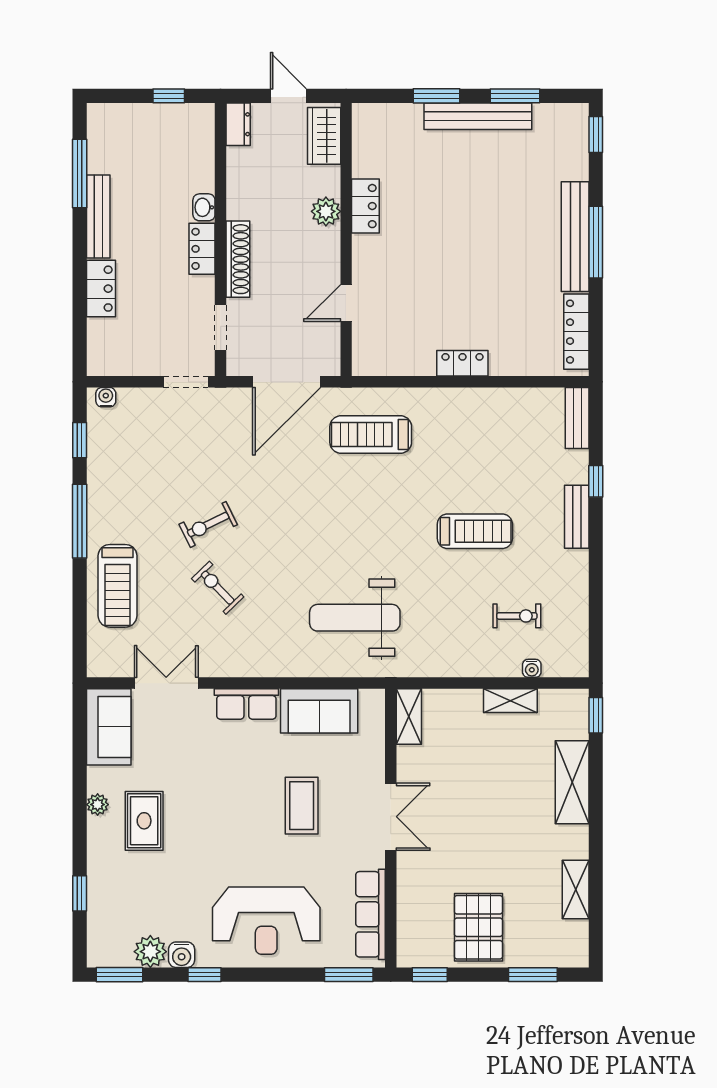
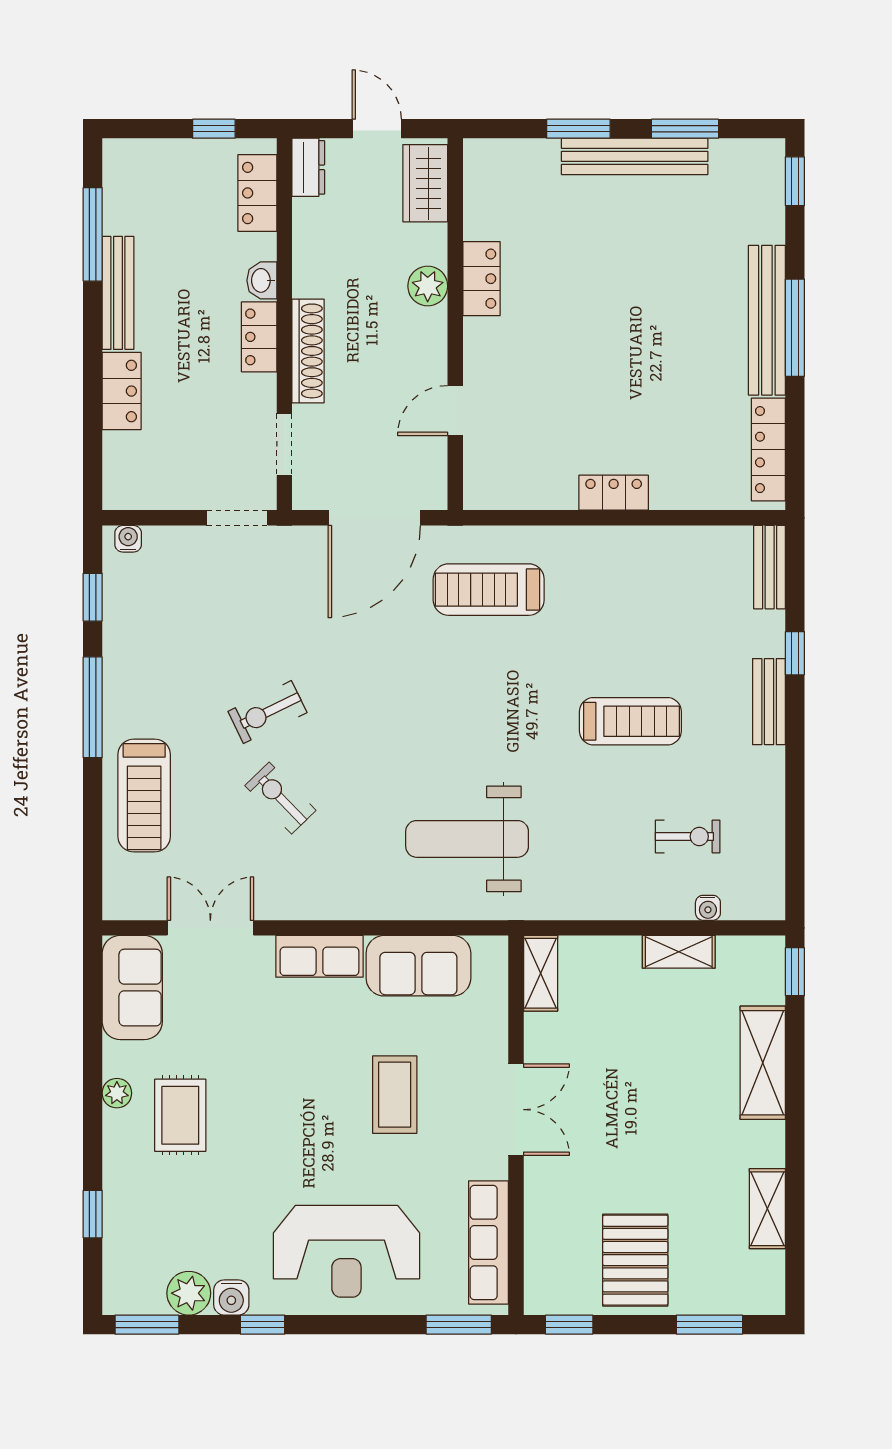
locker: (201, 143) -> (257, 193), added

